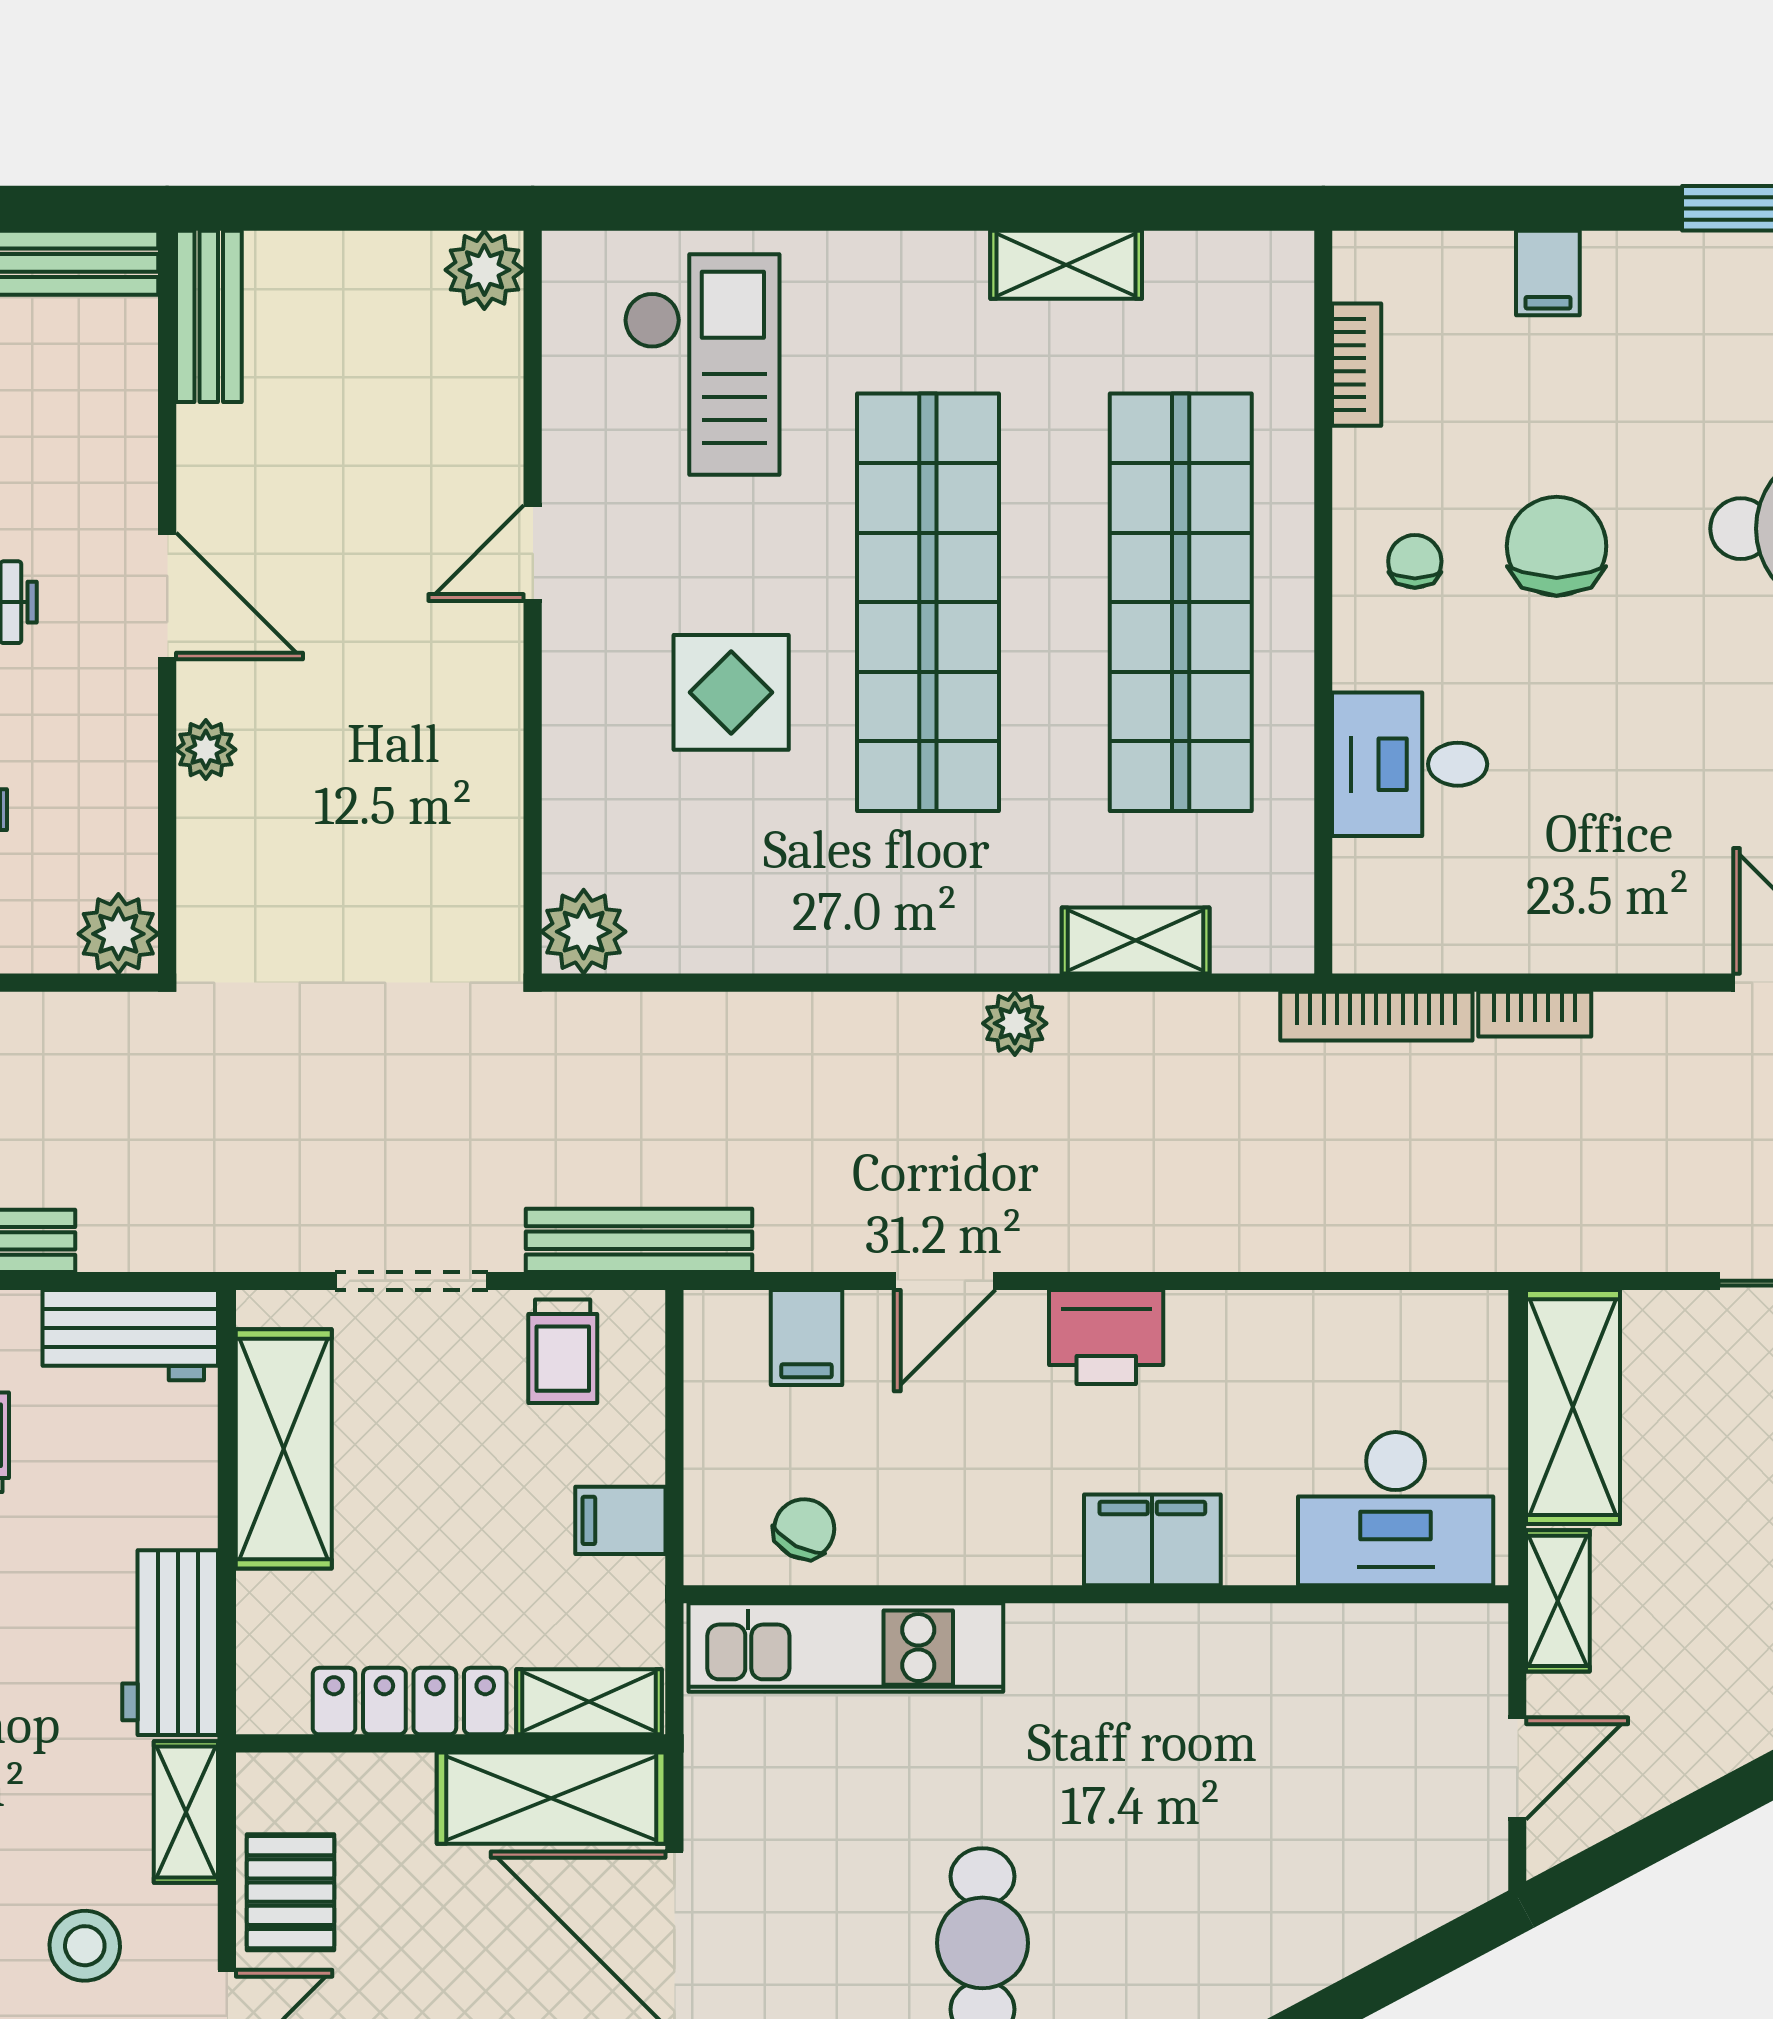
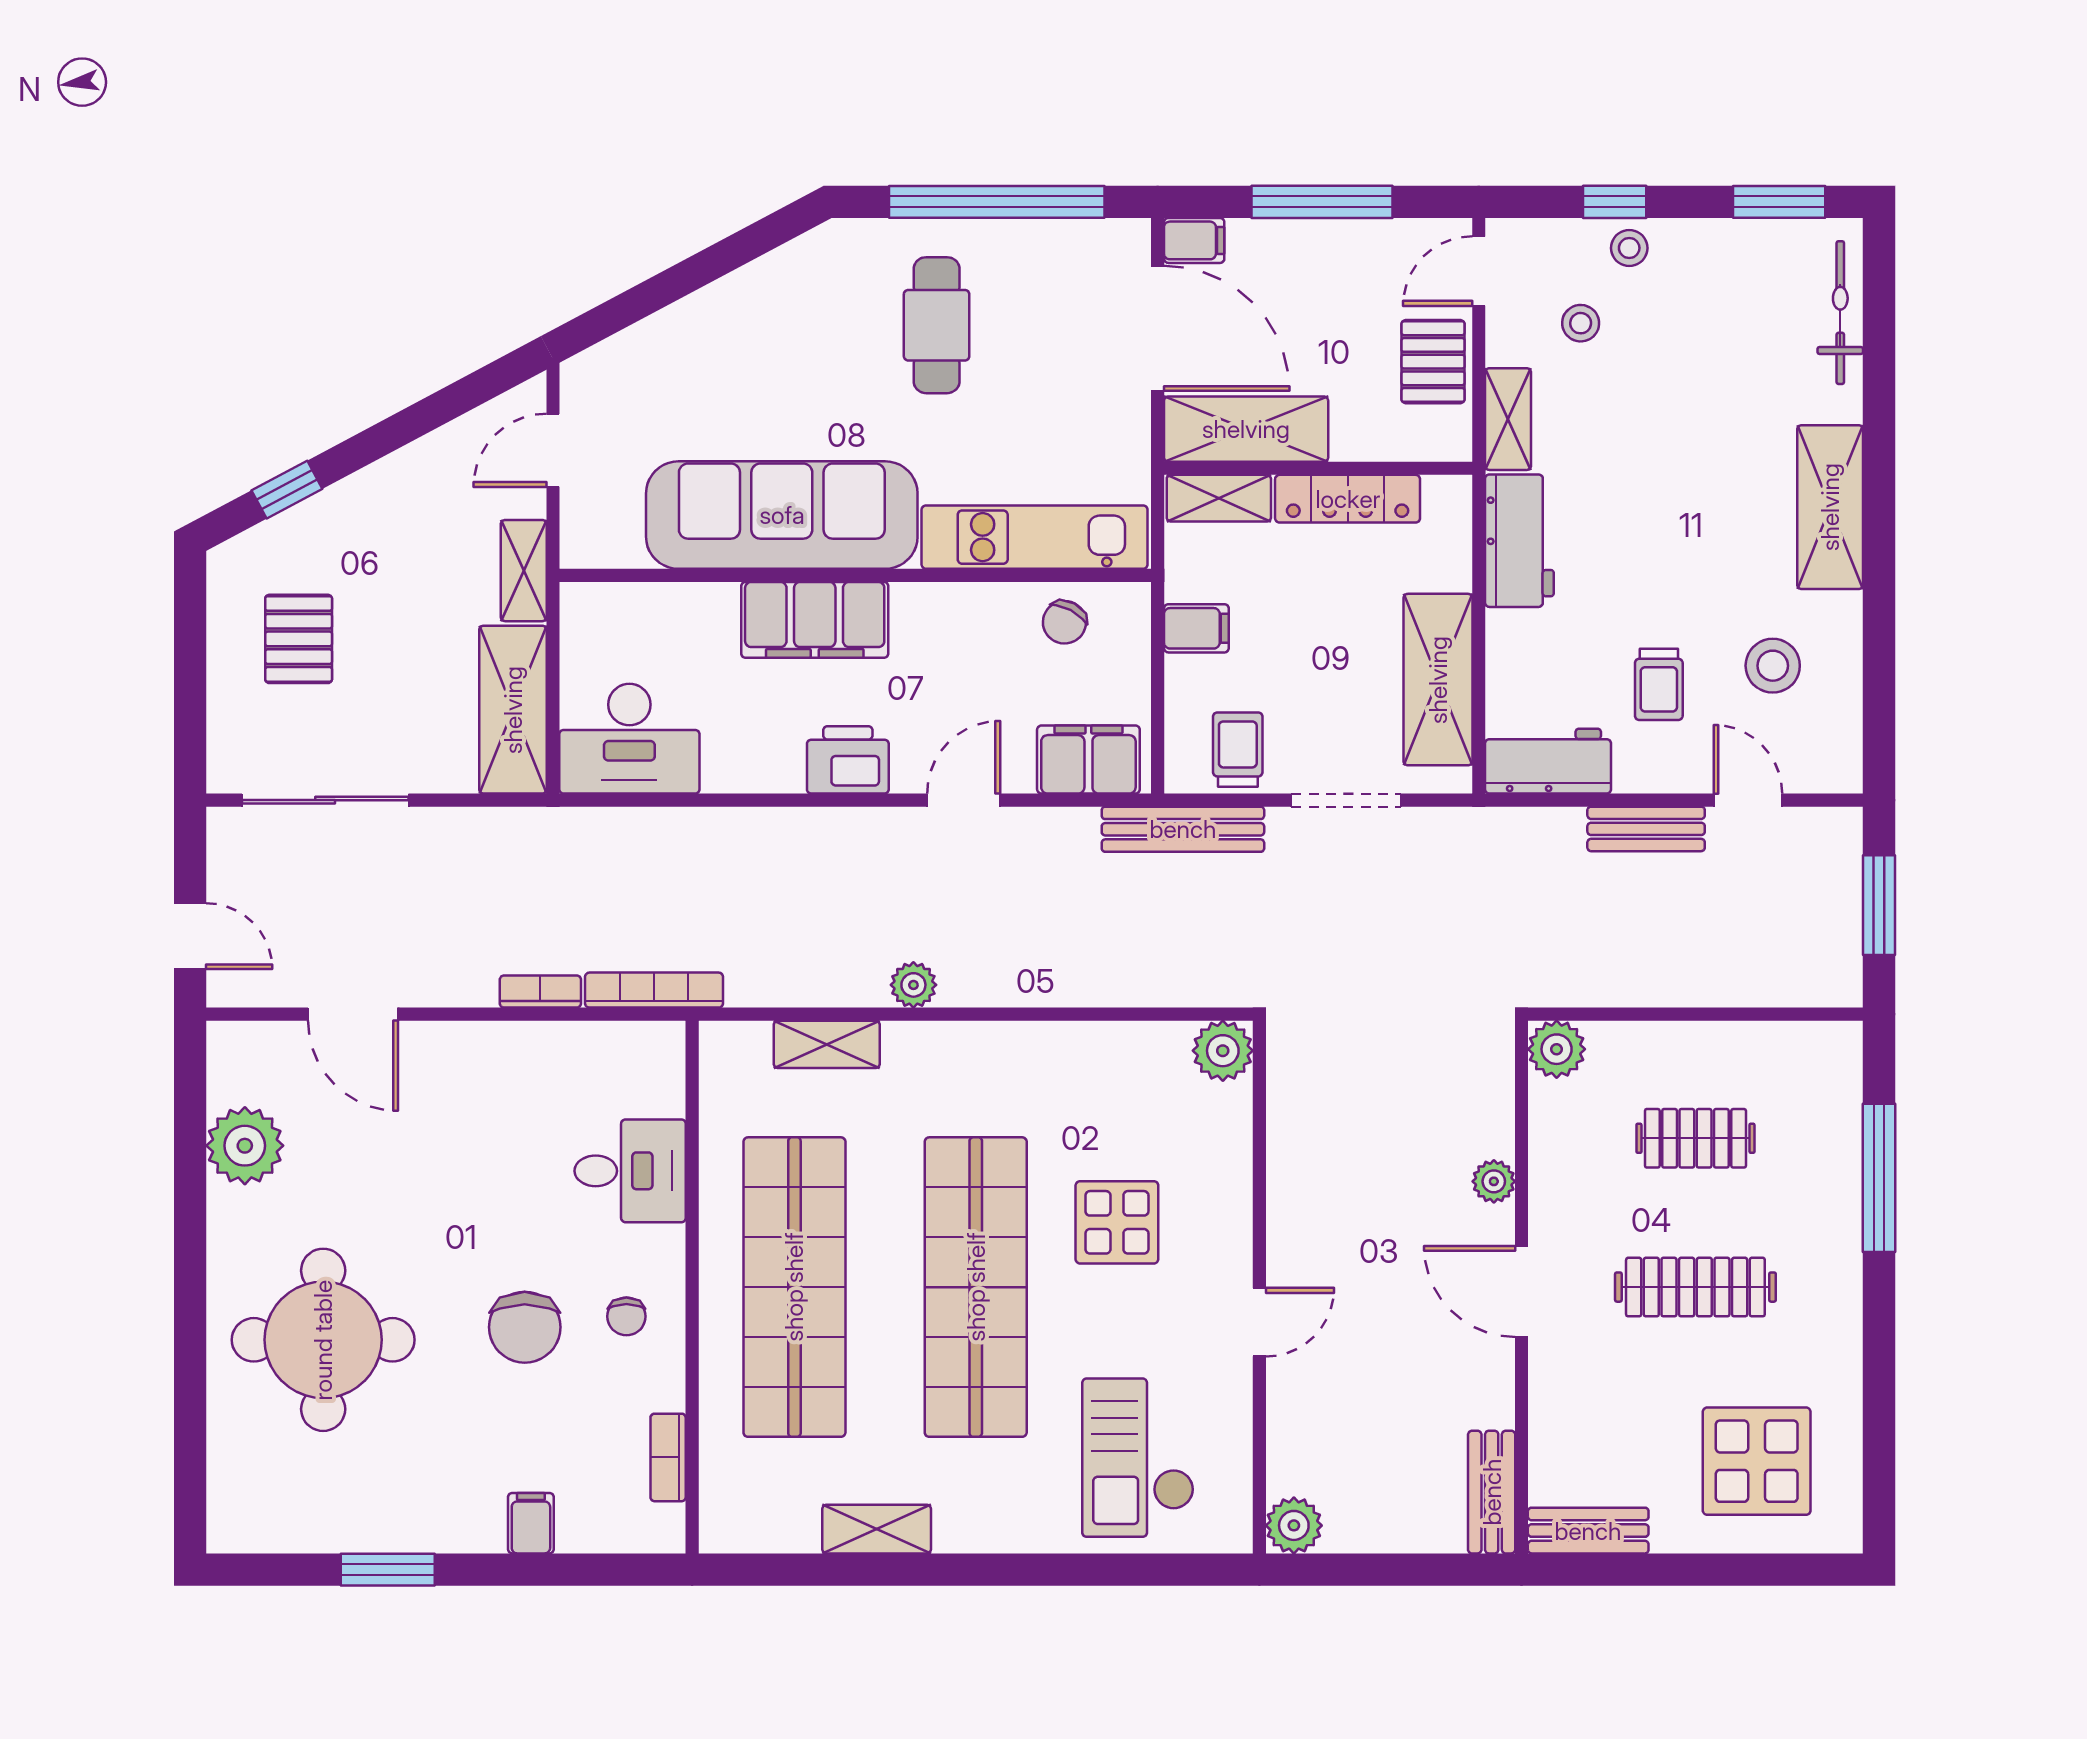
filing cabinet: (807, 1337) -> (1088, 760), width x2.00
desk: (1396, 1509) -> (629, 739), moved, turned 180
filing cabinet: (1152, 1540) -> (815, 620), width x1.50, depth x1.17
sofa: (1198, 1678) -> (782, 515), added
stool: (85, 1946) -> (1581, 323), width x0.73, depth x0.73

